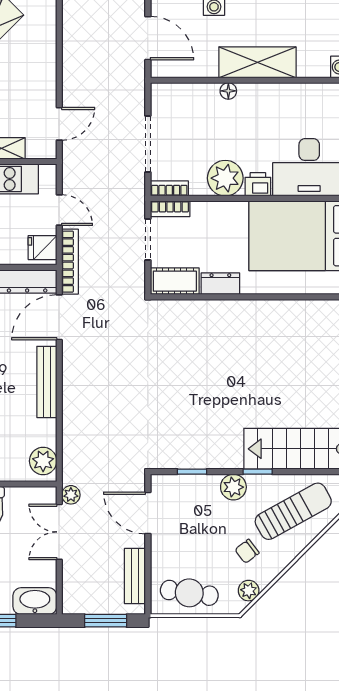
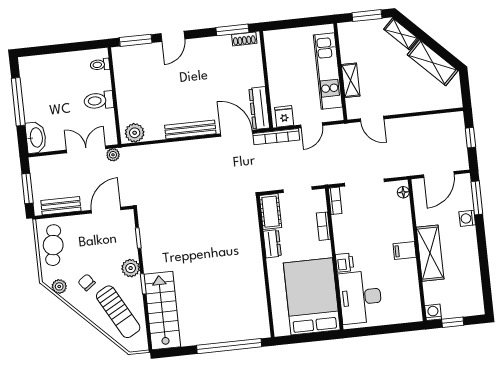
floor lamp: (228, 91) -> (403, 192), moved
filing cabinet: (250, 98) -> (405, 251), added
plant: (225, 178) -> (346, 239), removed
bookcase: (170, 209) -> (323, 226), moved

